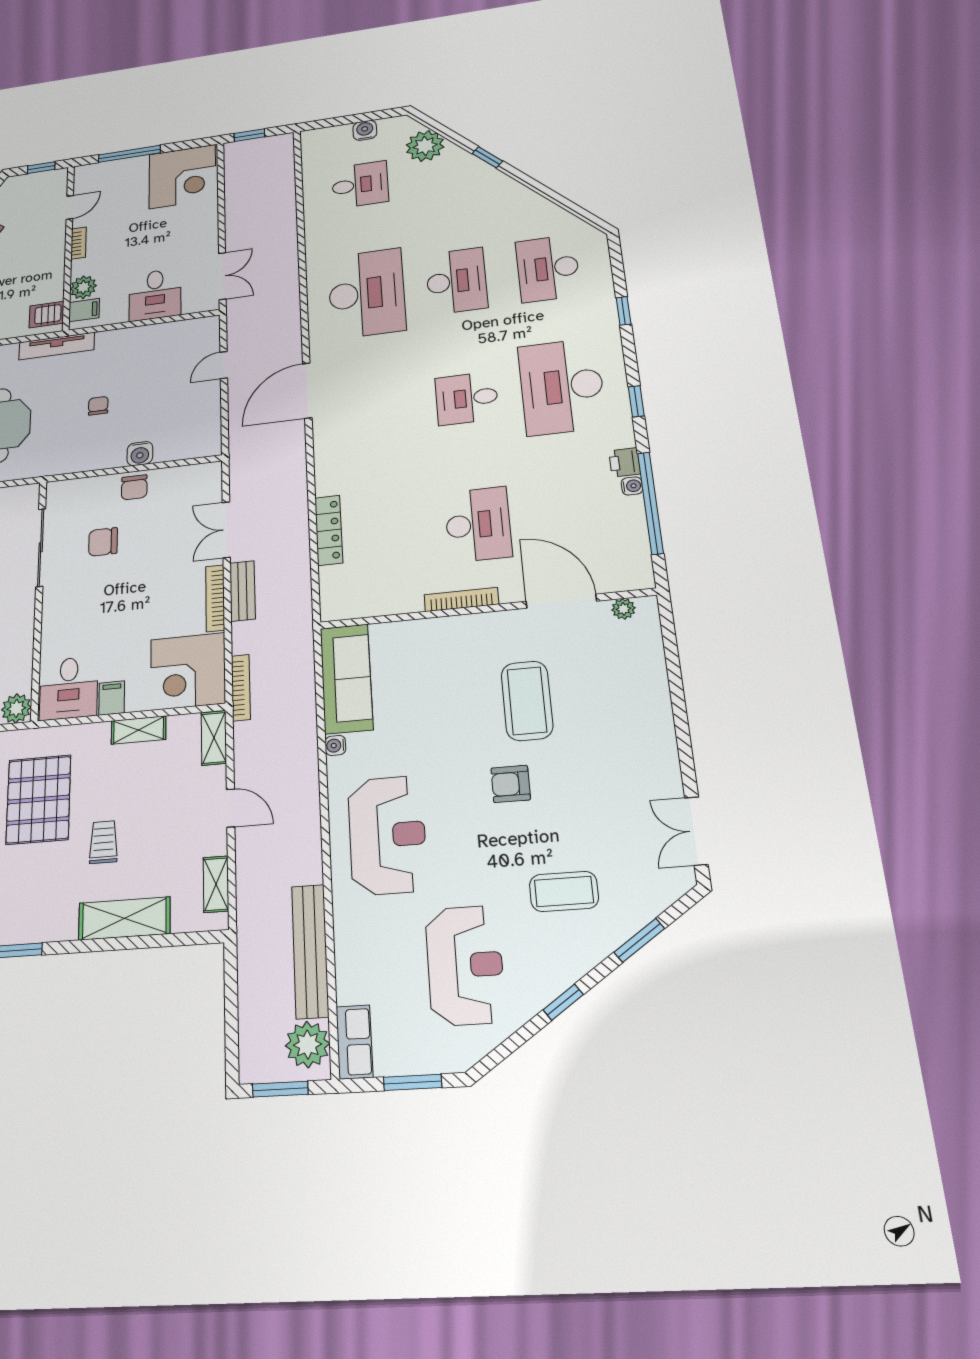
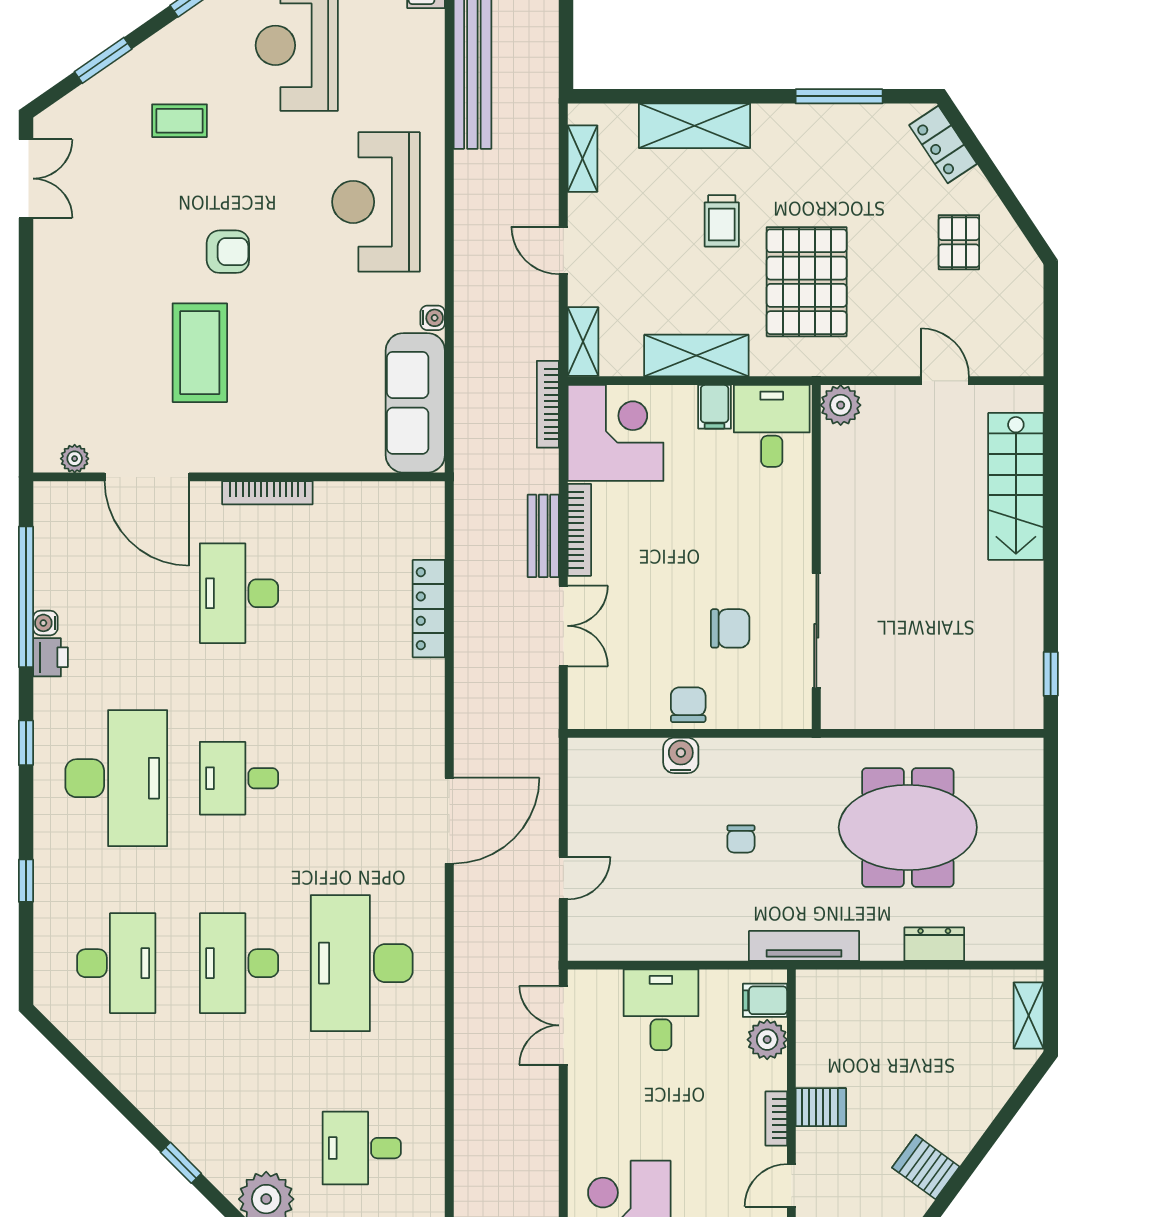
server rack: (47, 315) -> (821, 1107), moved
desk: (467, 398) -> (239, 778), turned 180
shelving: (139, 730) -> (696, 356), width x1.50, depth x1.33
coffee table: (564, 891) -> (180, 121), width x0.73, depth x0.77

